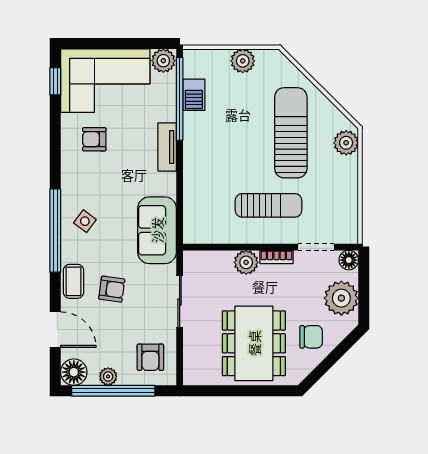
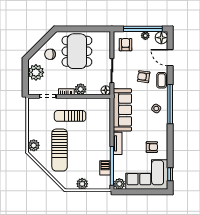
sofa: (157, 230) -> (122, 110), width x1.36
floor lamp: (349, 260) -> (106, 90), moved

